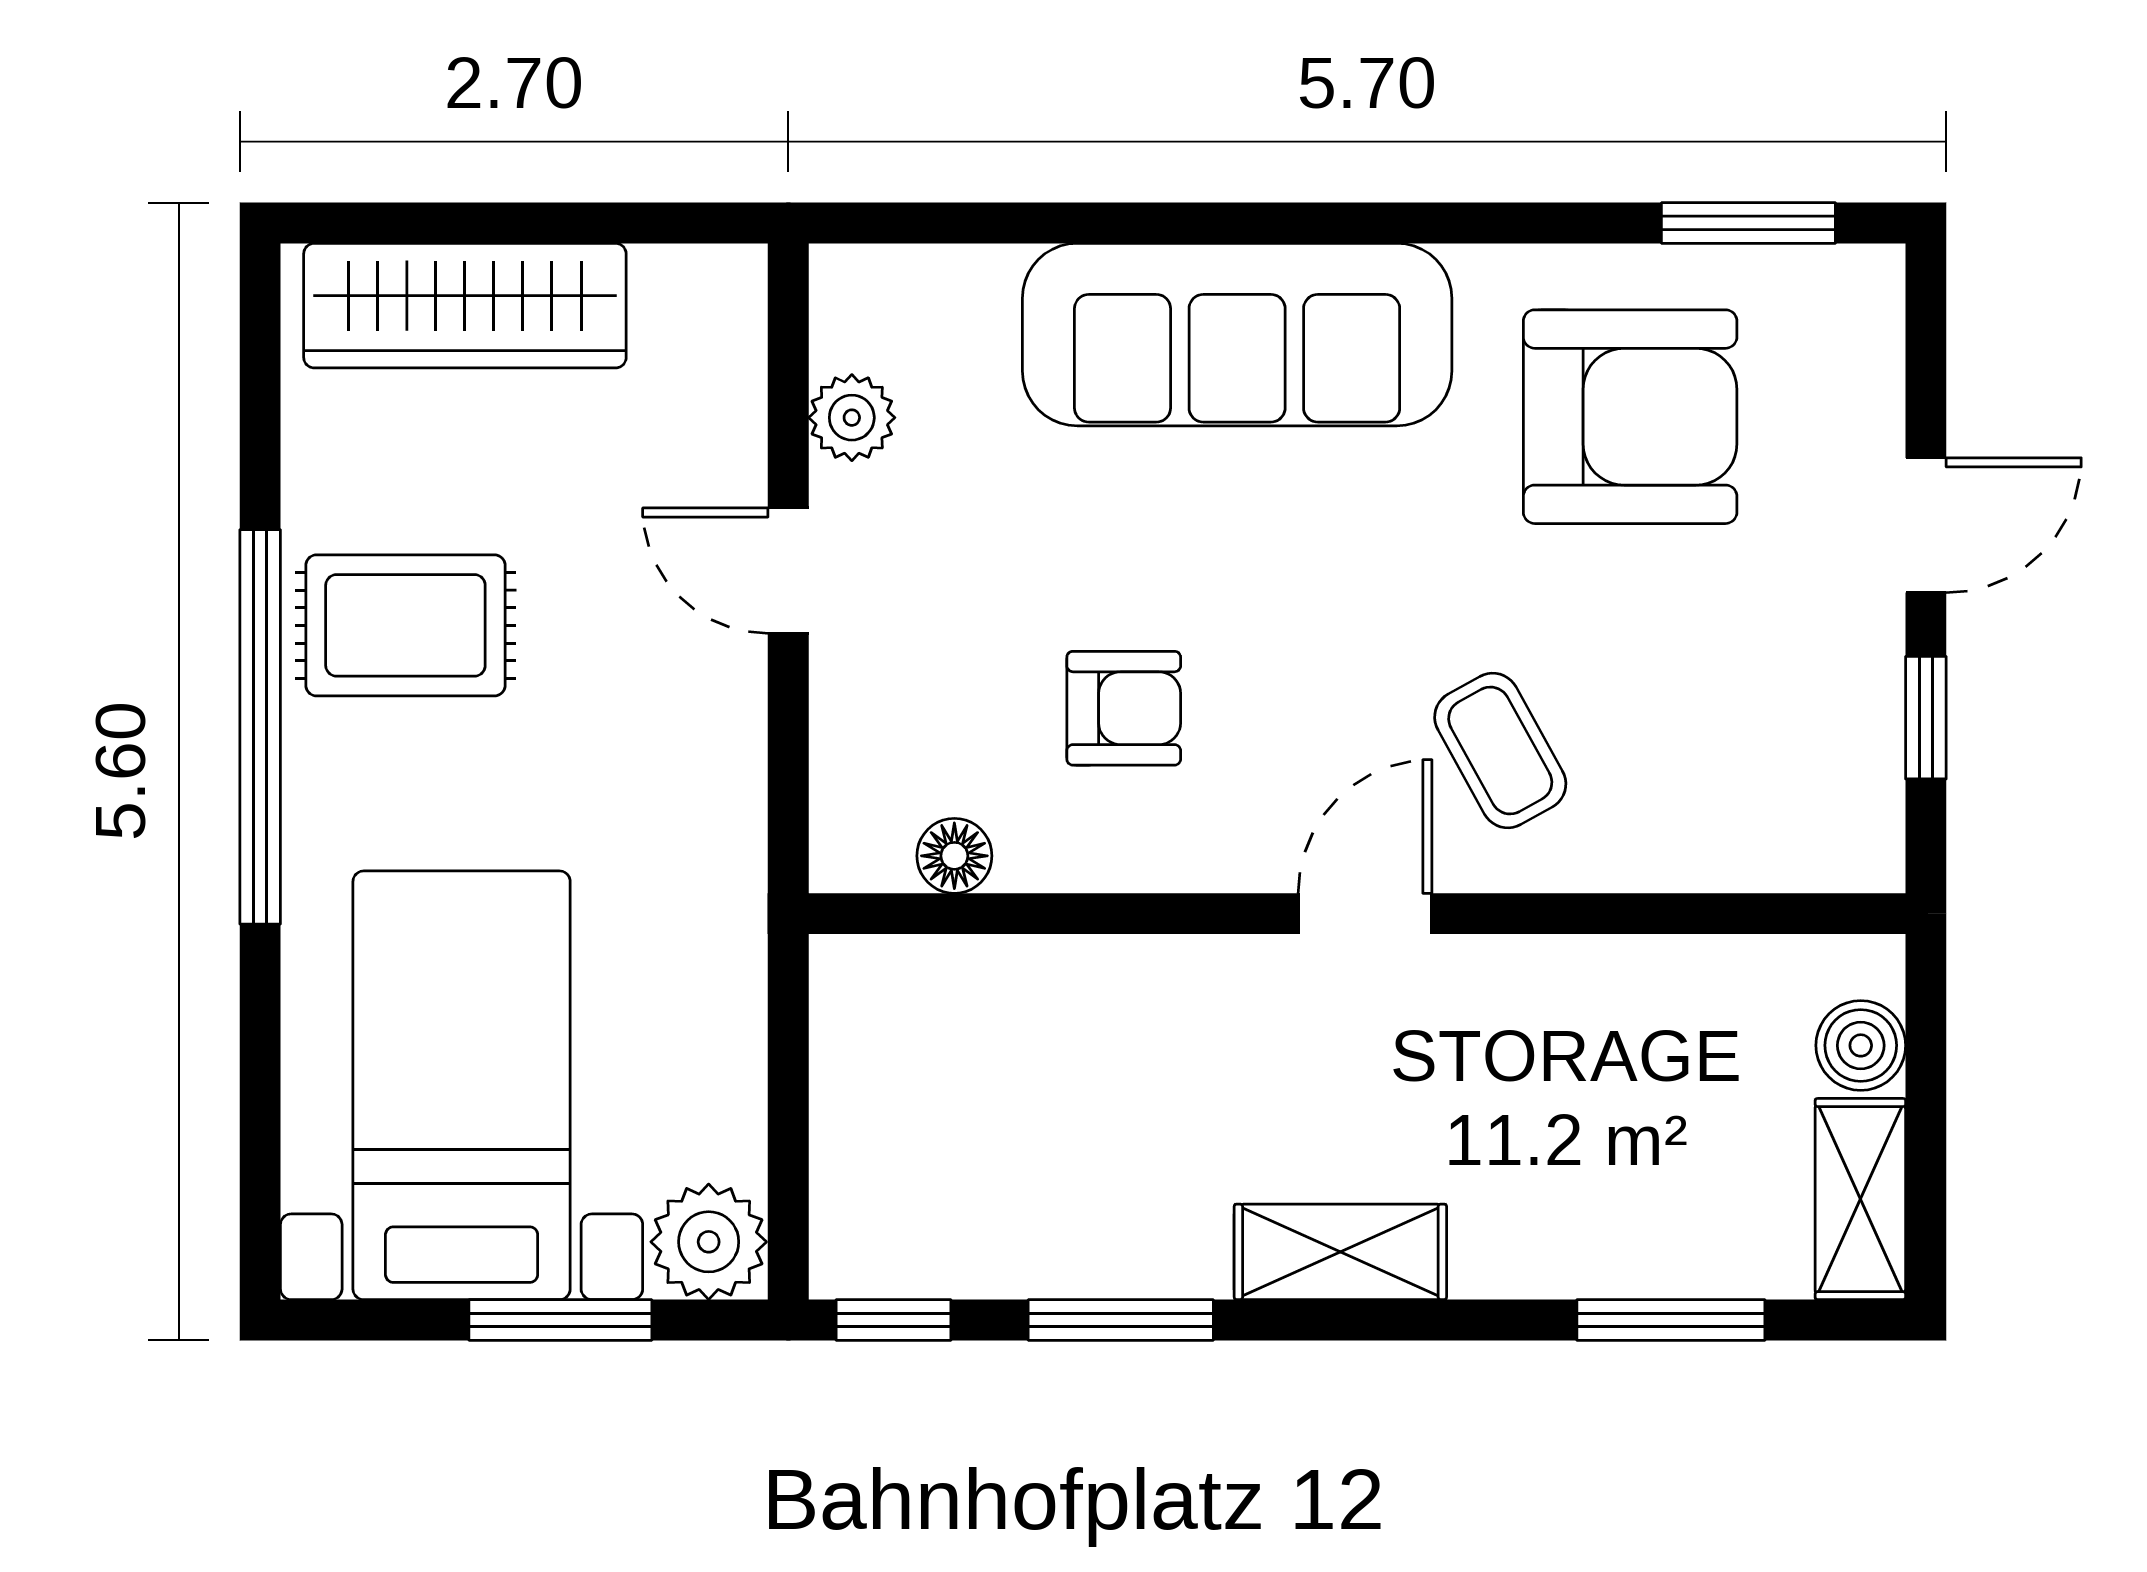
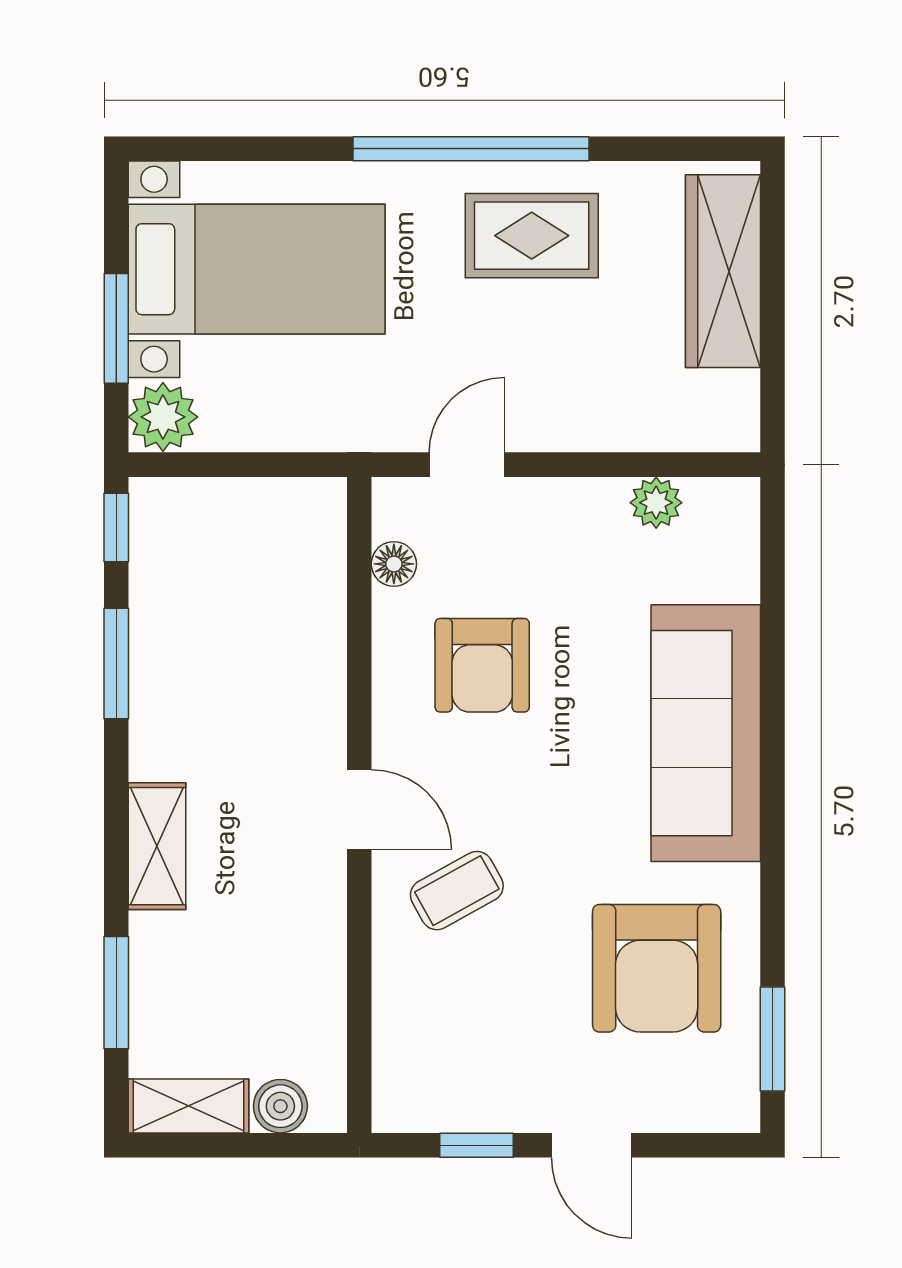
door: (788, 571) -> (467, 465), moved
rug: (405, 625) -> (532, 236), turned 90
armchair: (1124, 708) -> (482, 665), width x1.38, depth x1.38
shelving: (1340, 1252) -> (157, 846), moved

